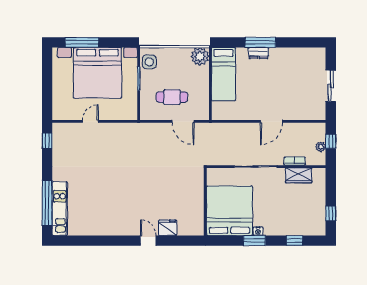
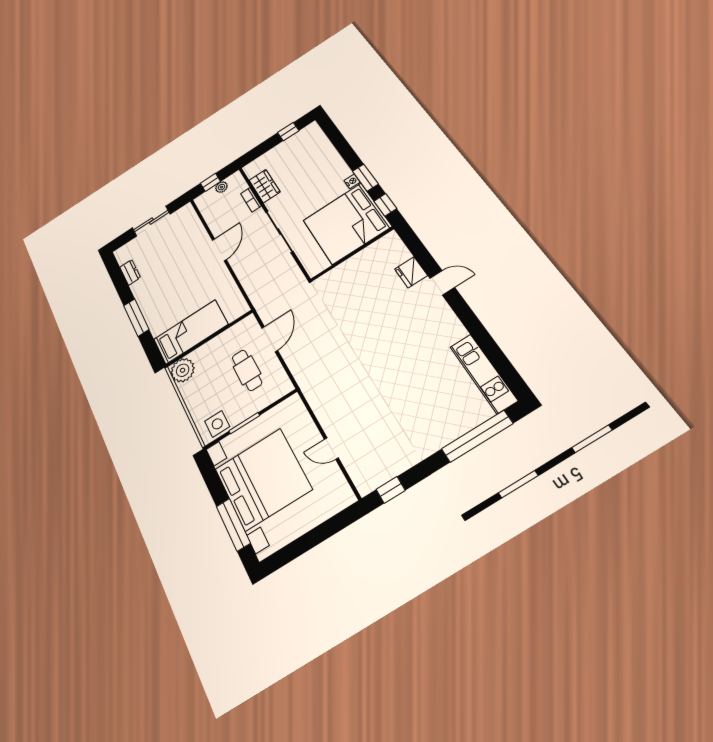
dresser: (259, 53) -> (130, 272), moved
door: (271, 121) -> (219, 250), hinge flipped
kitchen unit: (60, 209) -> (483, 373), moved, turned -90
door: (148, 241) -> (442, 283), swing flipped
window: (295, 241) -> (385, 205), moved

